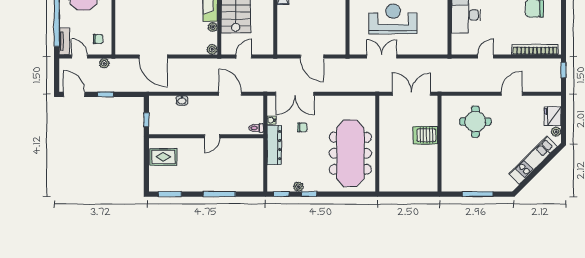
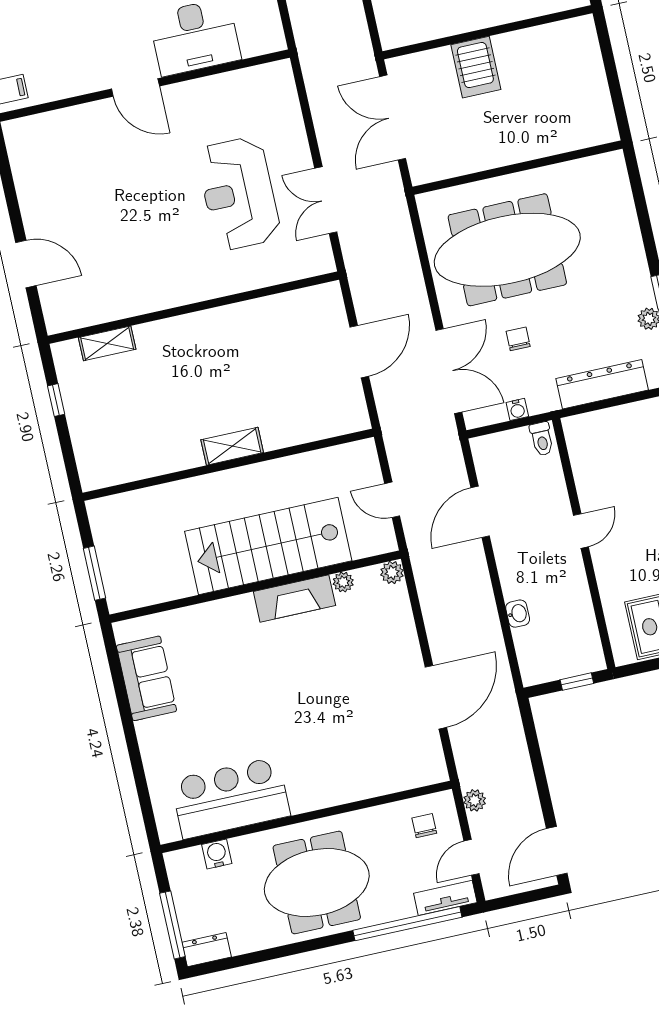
window: (106, 94) -> (541, 782), removed
door: (212, 136) -> (581, 531), hinge flipped
dresser: (274, 145) -> (602, 384), moved
meeting table: (350, 153) -> (507, 250), moved

